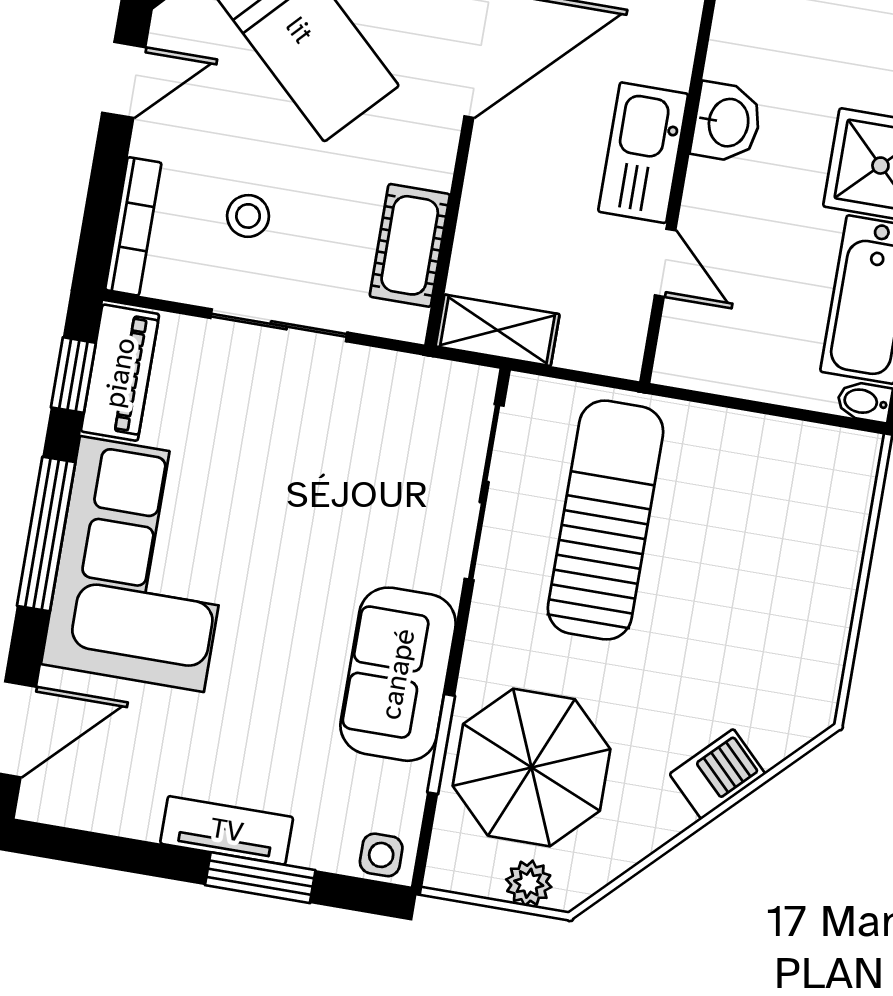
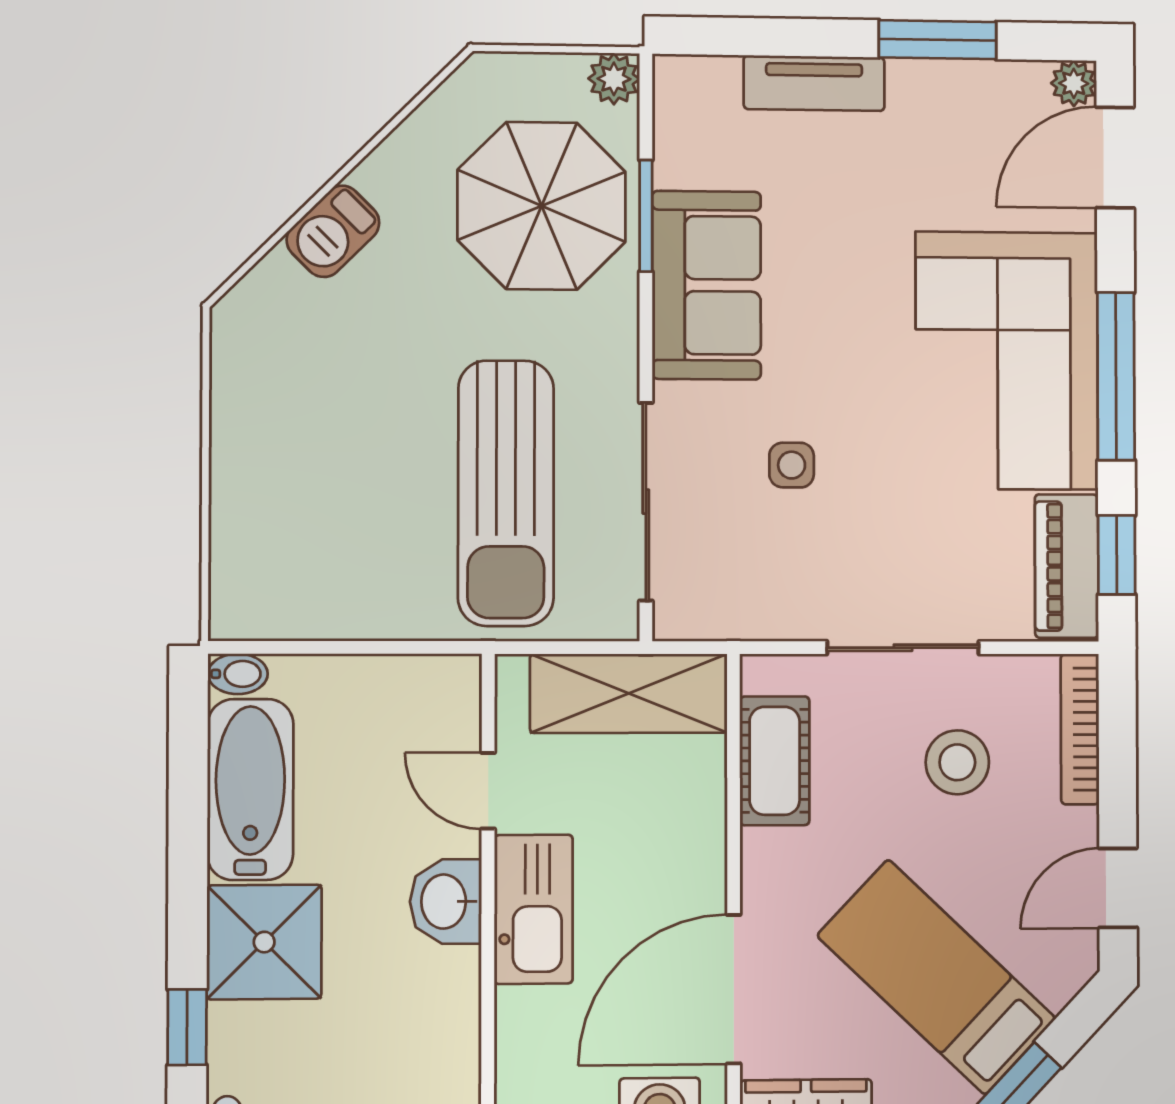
washbasin: (727, 122) -> (446, 902), moved
stool: (248, 216) -> (957, 762), width x1.37, depth x1.37
shelving: (498, 330) -> (629, 693), width x1.50, depth x1.33
plant: (39, 802) -> (1074, 83), added
tv unit: (227, 830) -> (814, 83), moved
side table: (381, 855) -> (792, 465), moved
window: (260, 878) -> (938, 40), moved
plant: (529, 883) -> (614, 79), moved

